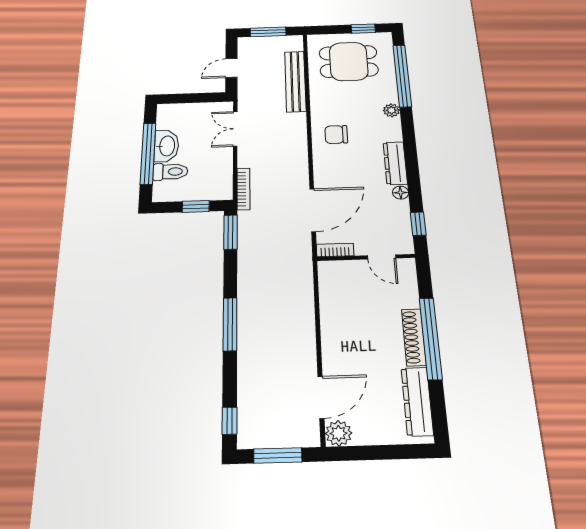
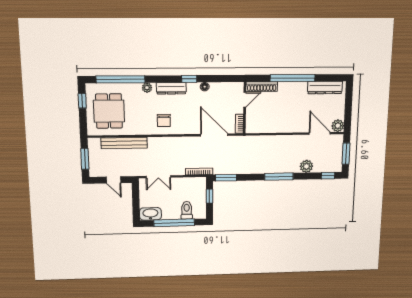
washbasin: (166, 146) -> (150, 214), moved
dresser: (395, 163) -> (171, 88), moved
window: (418, 224) -> (189, 79), moved
shoe rack: (414, 337) -> (262, 87), moved
plant: (251, 376) -> (306, 166), added

